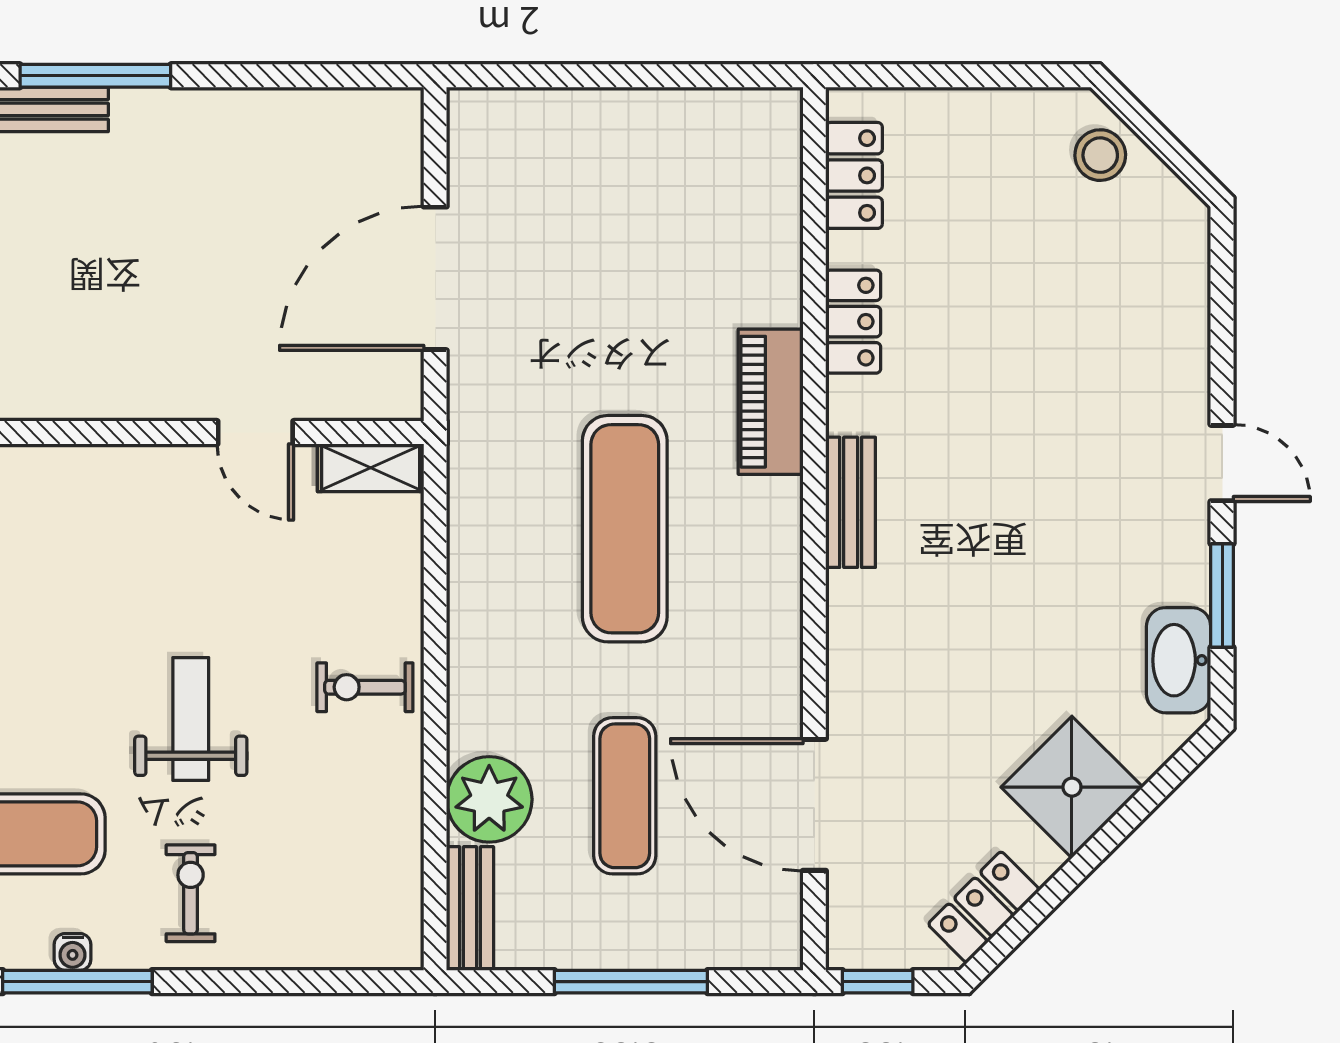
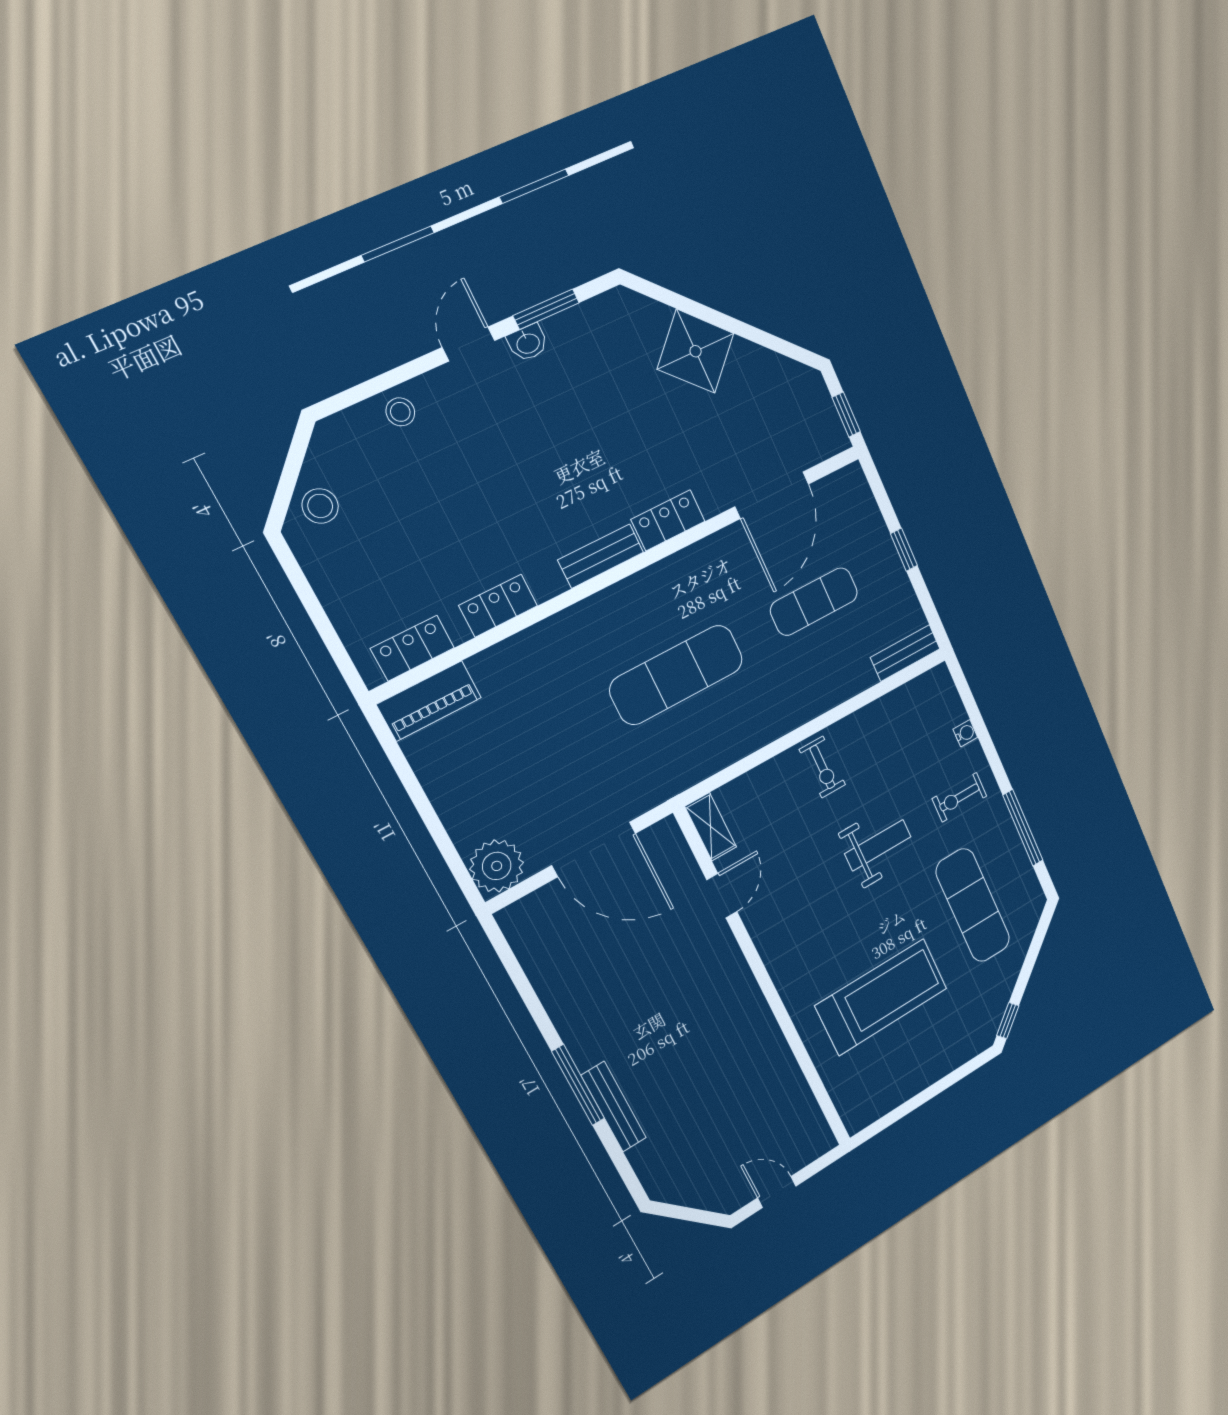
stool: (1174, 324) -> (400, 412), added
piano: (771, 402) -> (429, 701), moved
washbasin: (1179, 660) -> (528, 343), moved, width x0.52, depth x0.69
weight bench: (191, 719) -> (878, 845), turned 180
plant: (489, 799) -> (497, 866), moved
locker: (984, 907) -> (668, 520), moved, turned 135
water cooler: (73, 952) -> (965, 733), moved
window: (631, 982) -> (904, 550), width x0.46

